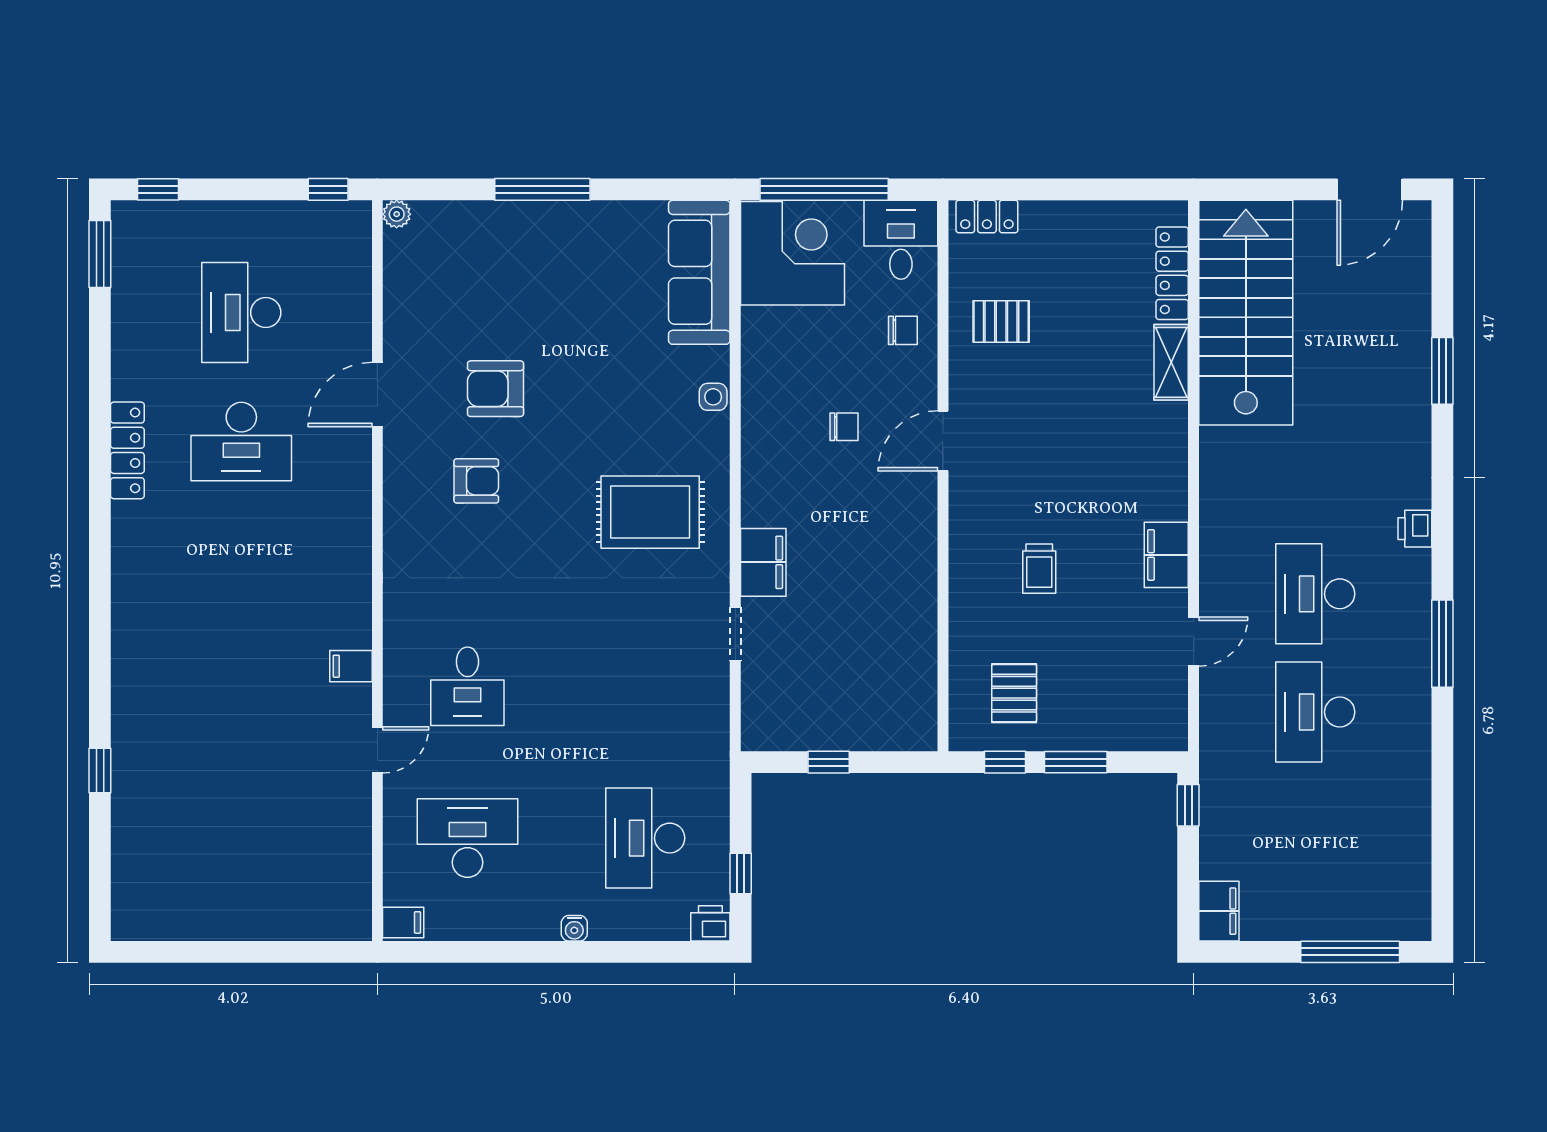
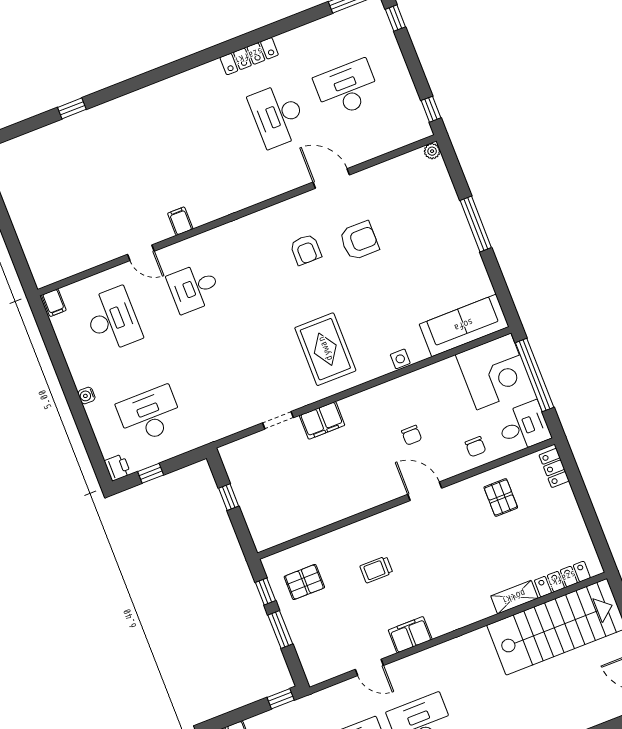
armchair: (495, 389) -> (359, 241), turned 90

